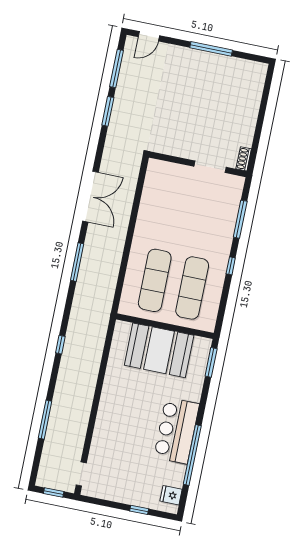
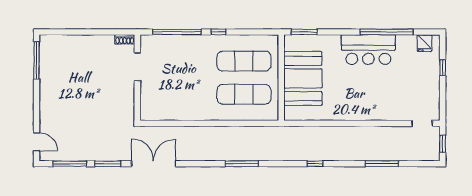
window: (211, 49) -> (37, 60), moved
double door: (90, 197) -> (154, 164), moved
window: (240, 219) -> (177, 32), width x1.46

